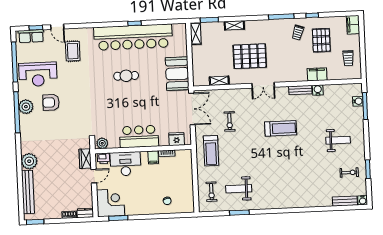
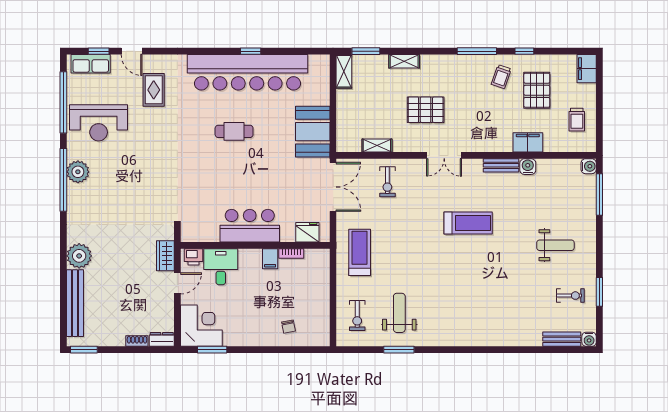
pallet: (250, 56) -> (426, 110), width x0.73, depth x0.71
water cooler: (358, 101) -> (589, 166), moved
armchair: (51, 102) -> (117, 167), removed
exercise bike: (230, 121) -> (387, 182), moved
plant: (102, 143) -> (193, 233), removed
treadmill: (211, 151) -> (360, 252), turned 180
desk: (125, 164) -> (221, 267), width x0.73
weight bench: (239, 189) -> (399, 313), turned 90

